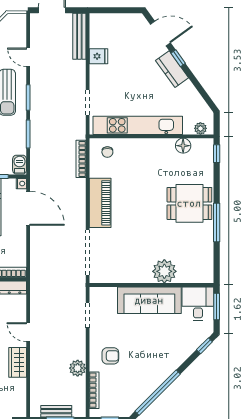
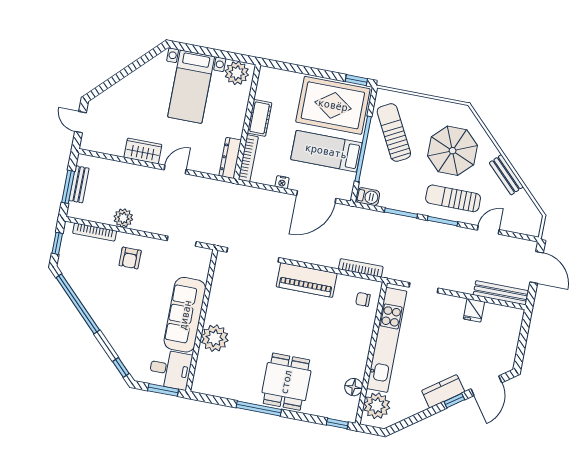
plant: (200, 128) -> (377, 406), width x1.88, depth x1.88
nightstand: (21, 184) -> (282, 182), moved

